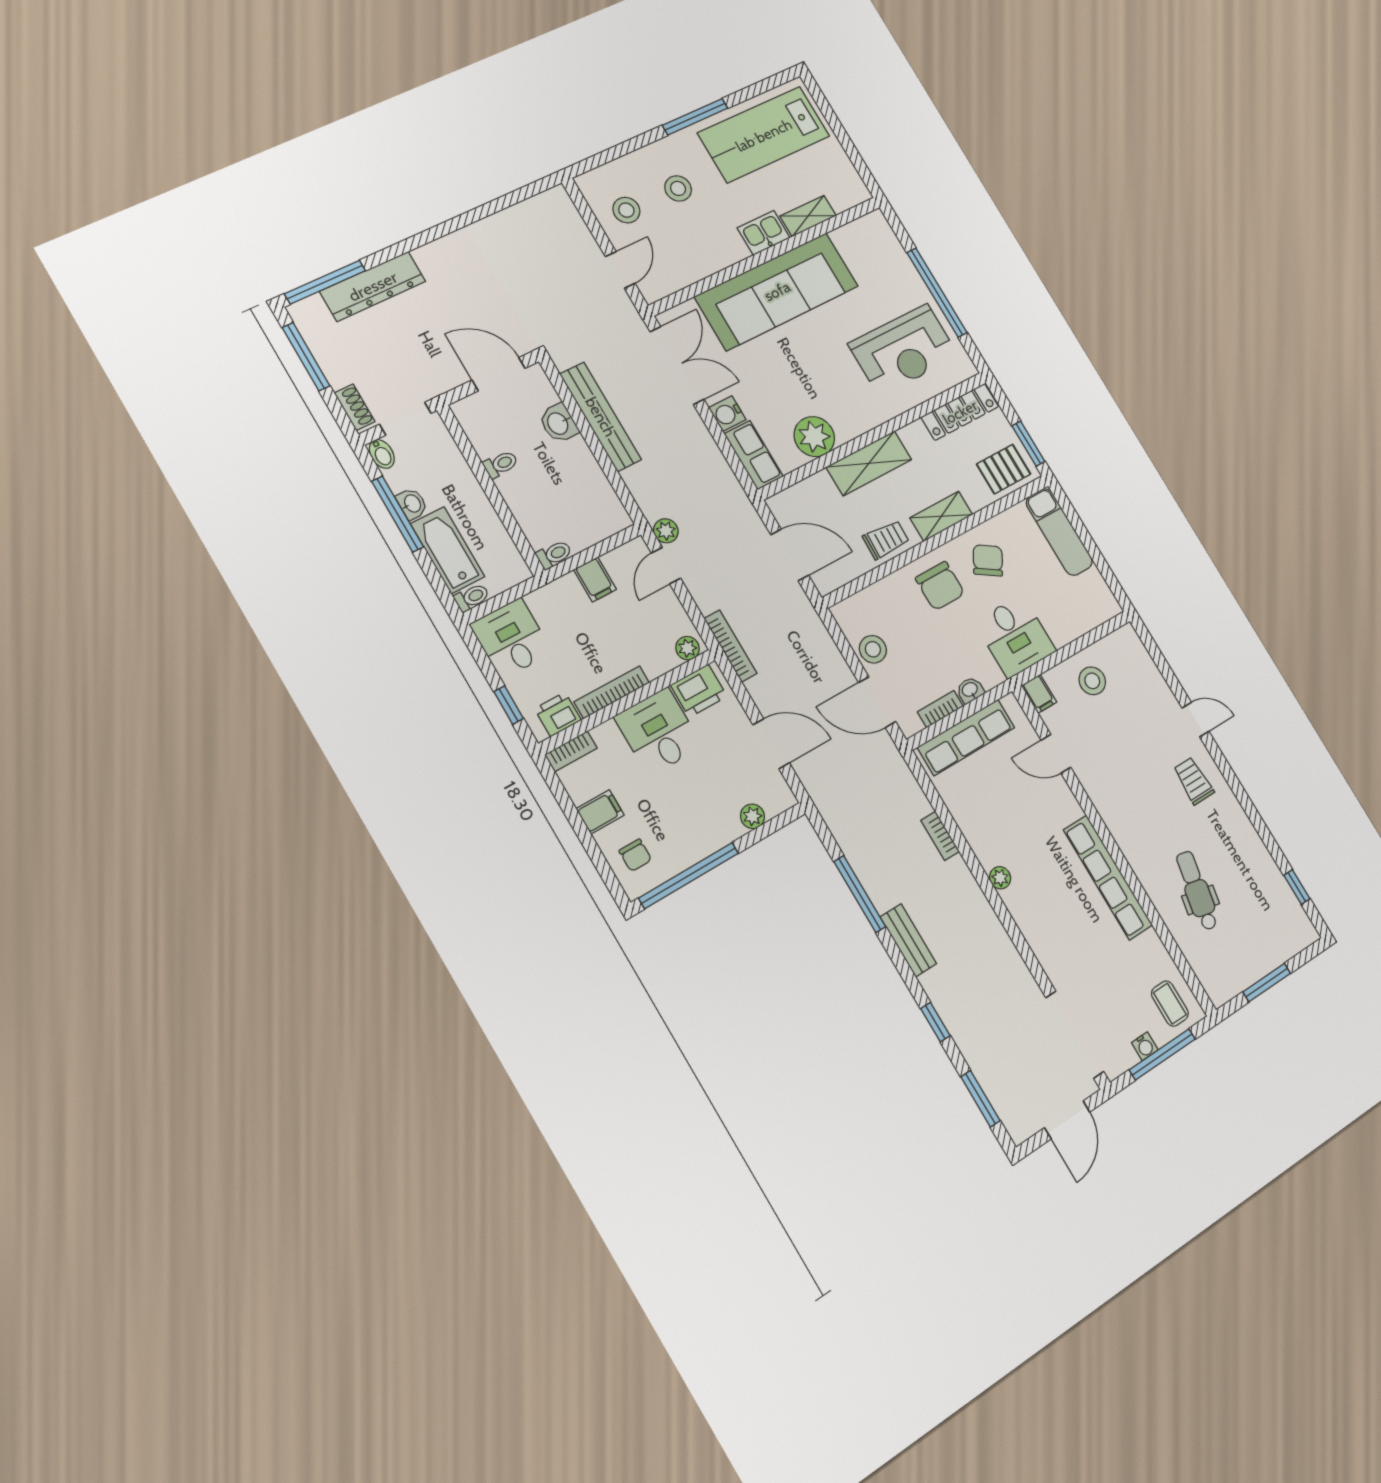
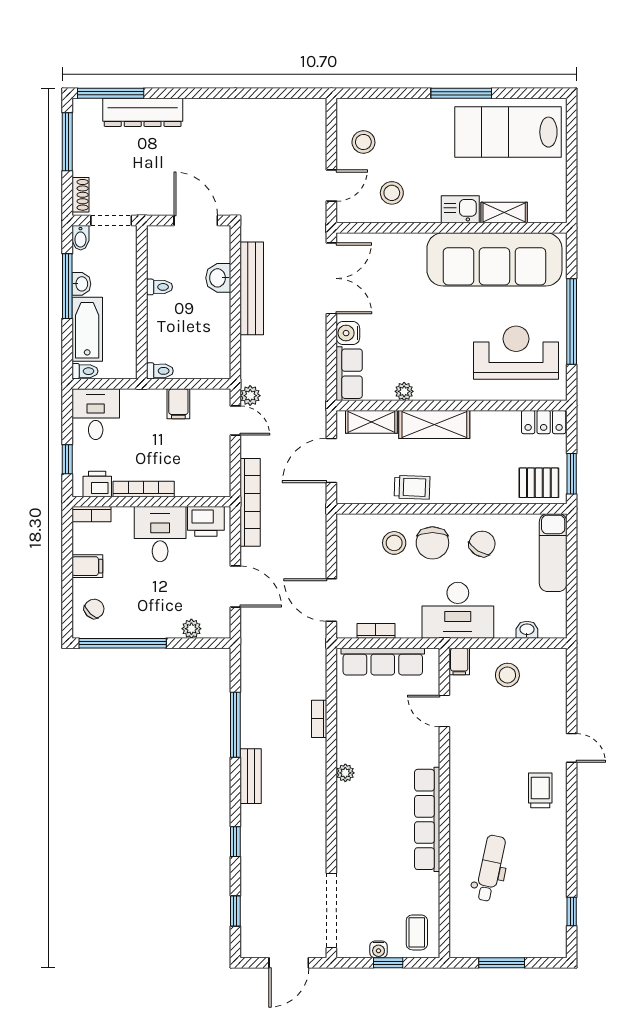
stool: (678, 188) -> (392, 193), moved
sofa: (777, 291) -> (494, 259), moved
reception desk: (904, 350) -> (516, 353), turned 180
locker: (960, 412) -> (544, 422), width x0.66
plant: (814, 437) -> (404, 391), width x0.53, depth x0.53
shelving: (941, 516) -> (371, 422), moved
door: (790, 555) -> (331, 460), swing flipped
door: (666, 566) -> (235, 421), swing flipped
desk: (1015, 636) -> (458, 610), width x1.37
bookcase: (731, 646) -> (250, 502), width x1.48, depth x1.31
plant: (688, 648) -> (216, 487), removed
stool: (873, 649) -> (394, 543), moved
washbasin: (970, 690) -> (527, 630), moved
chair: (635, 855) -> (94, 609), turned -136
window: (1162, 1054) -> (388, 963), width x0.46
window: (980, 1099) -> (235, 911), width x0.67

